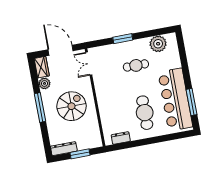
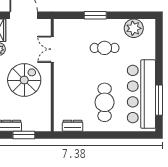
double door: (89, 64) -> (52, 49), moved

